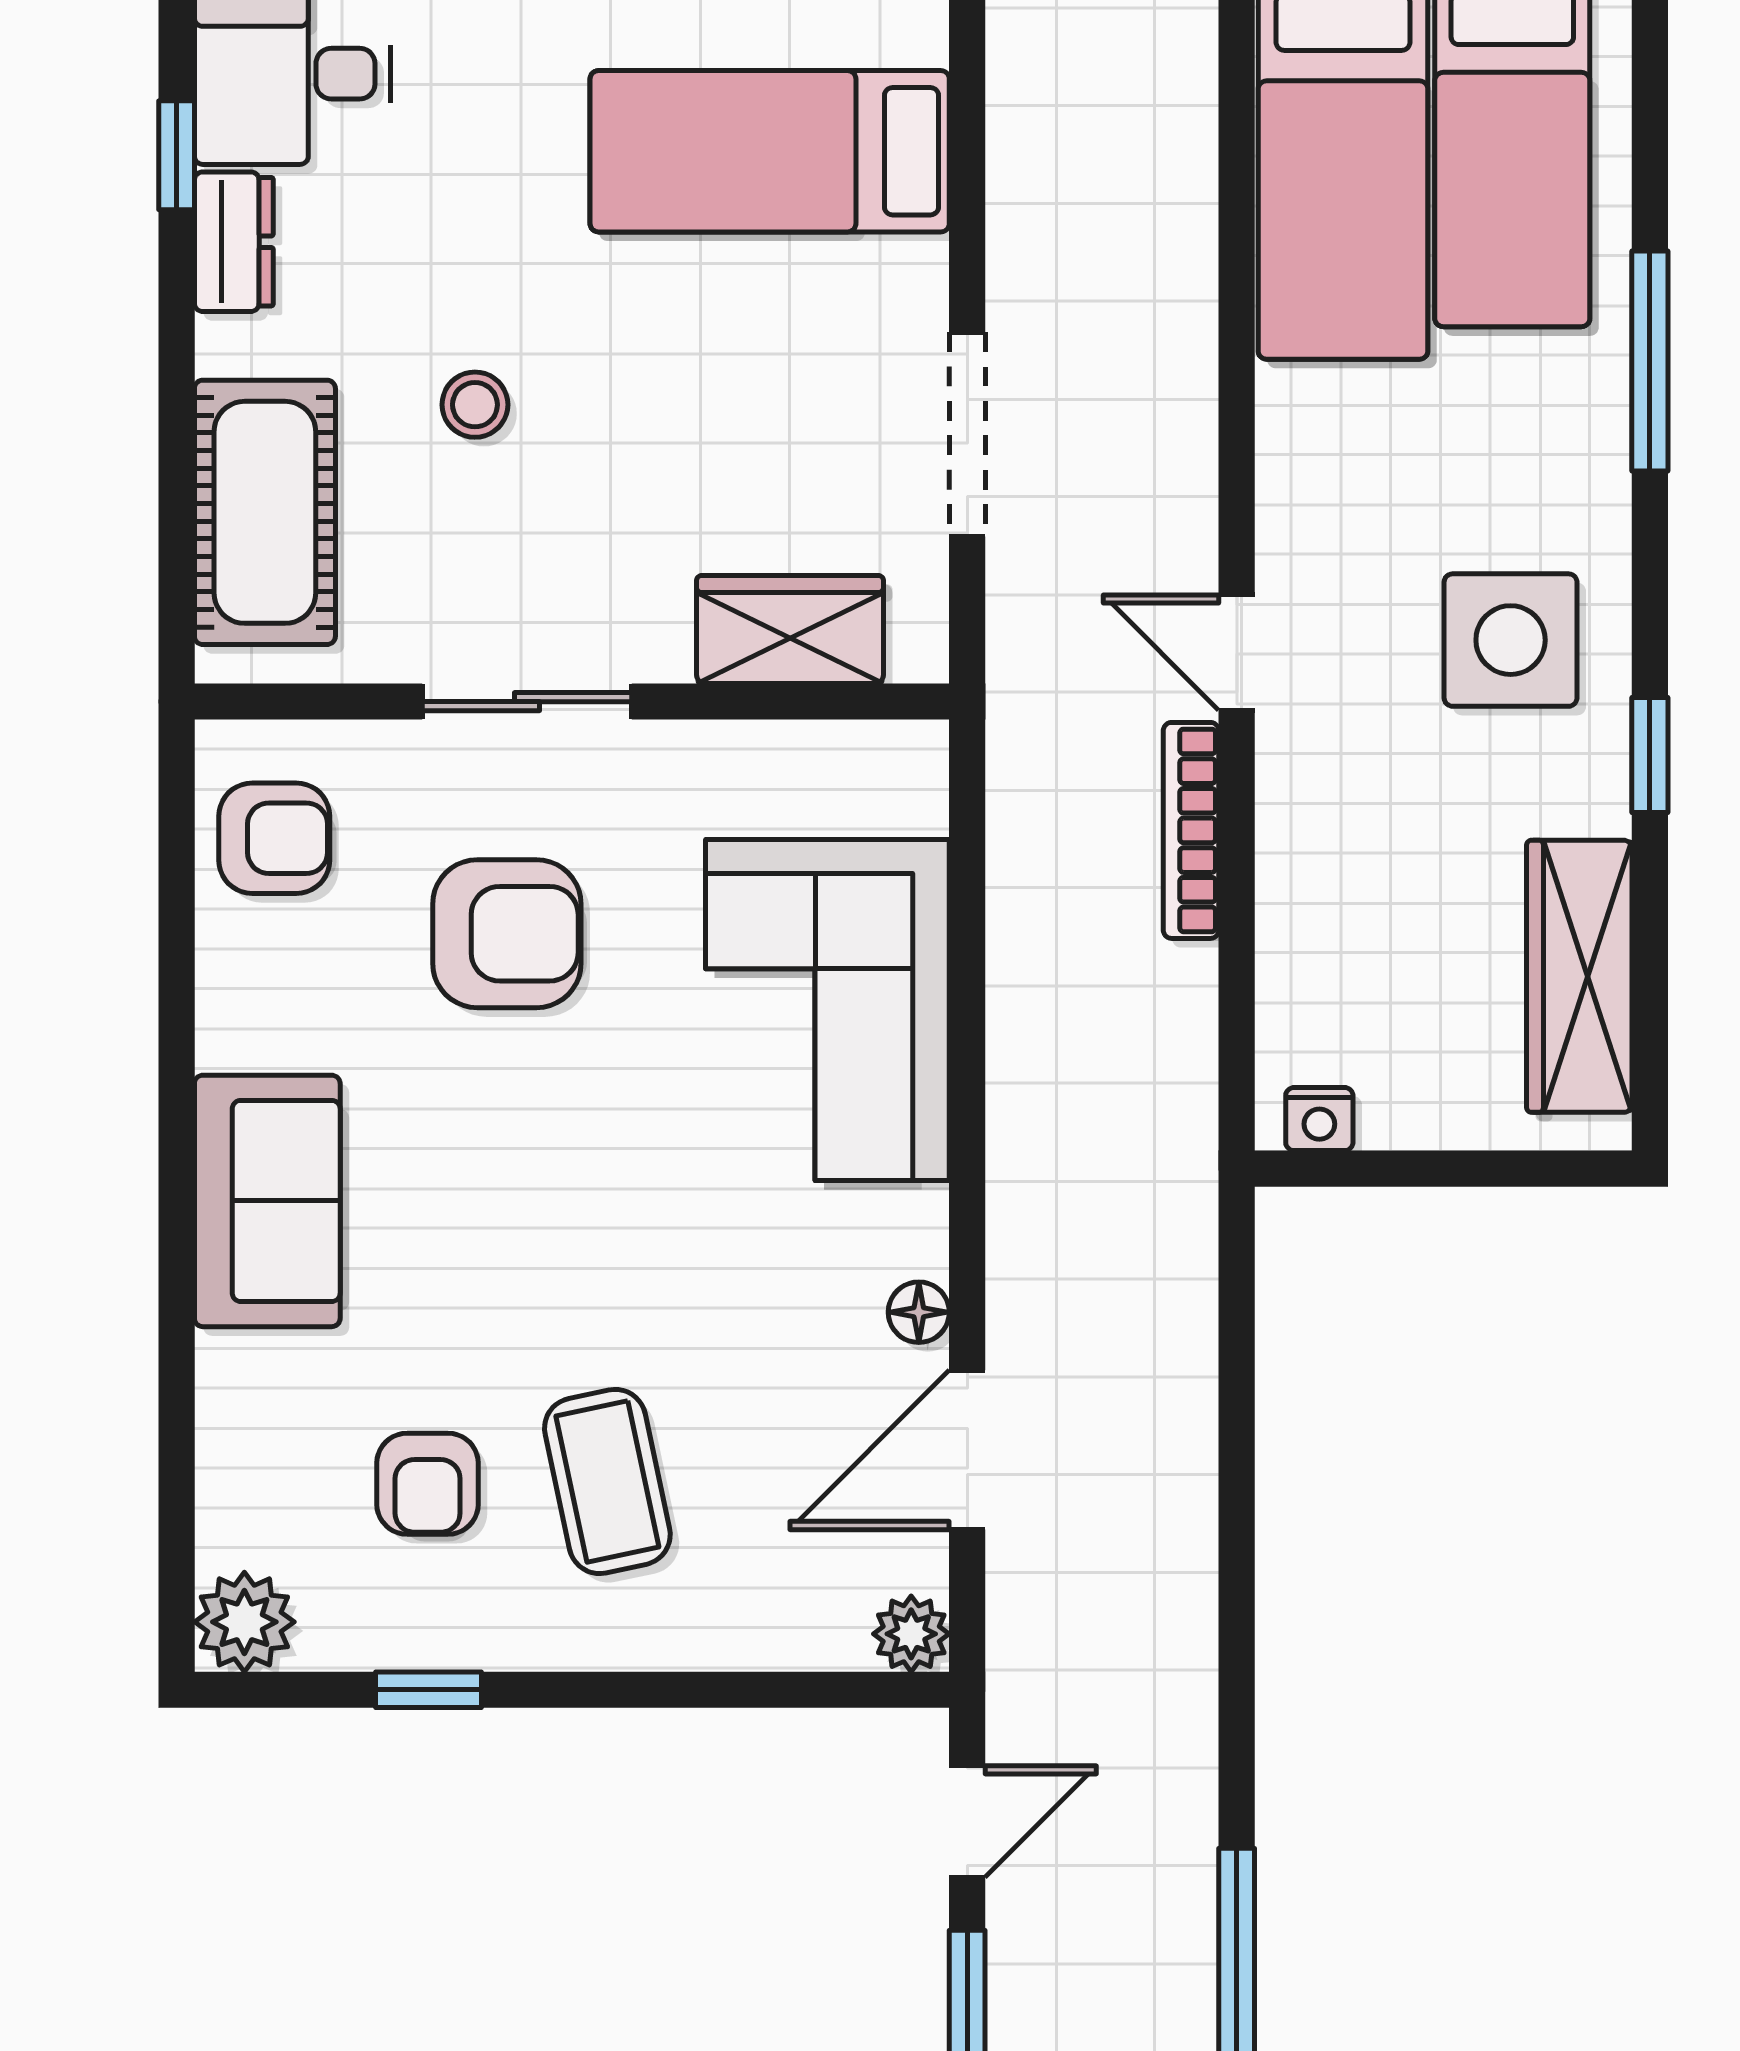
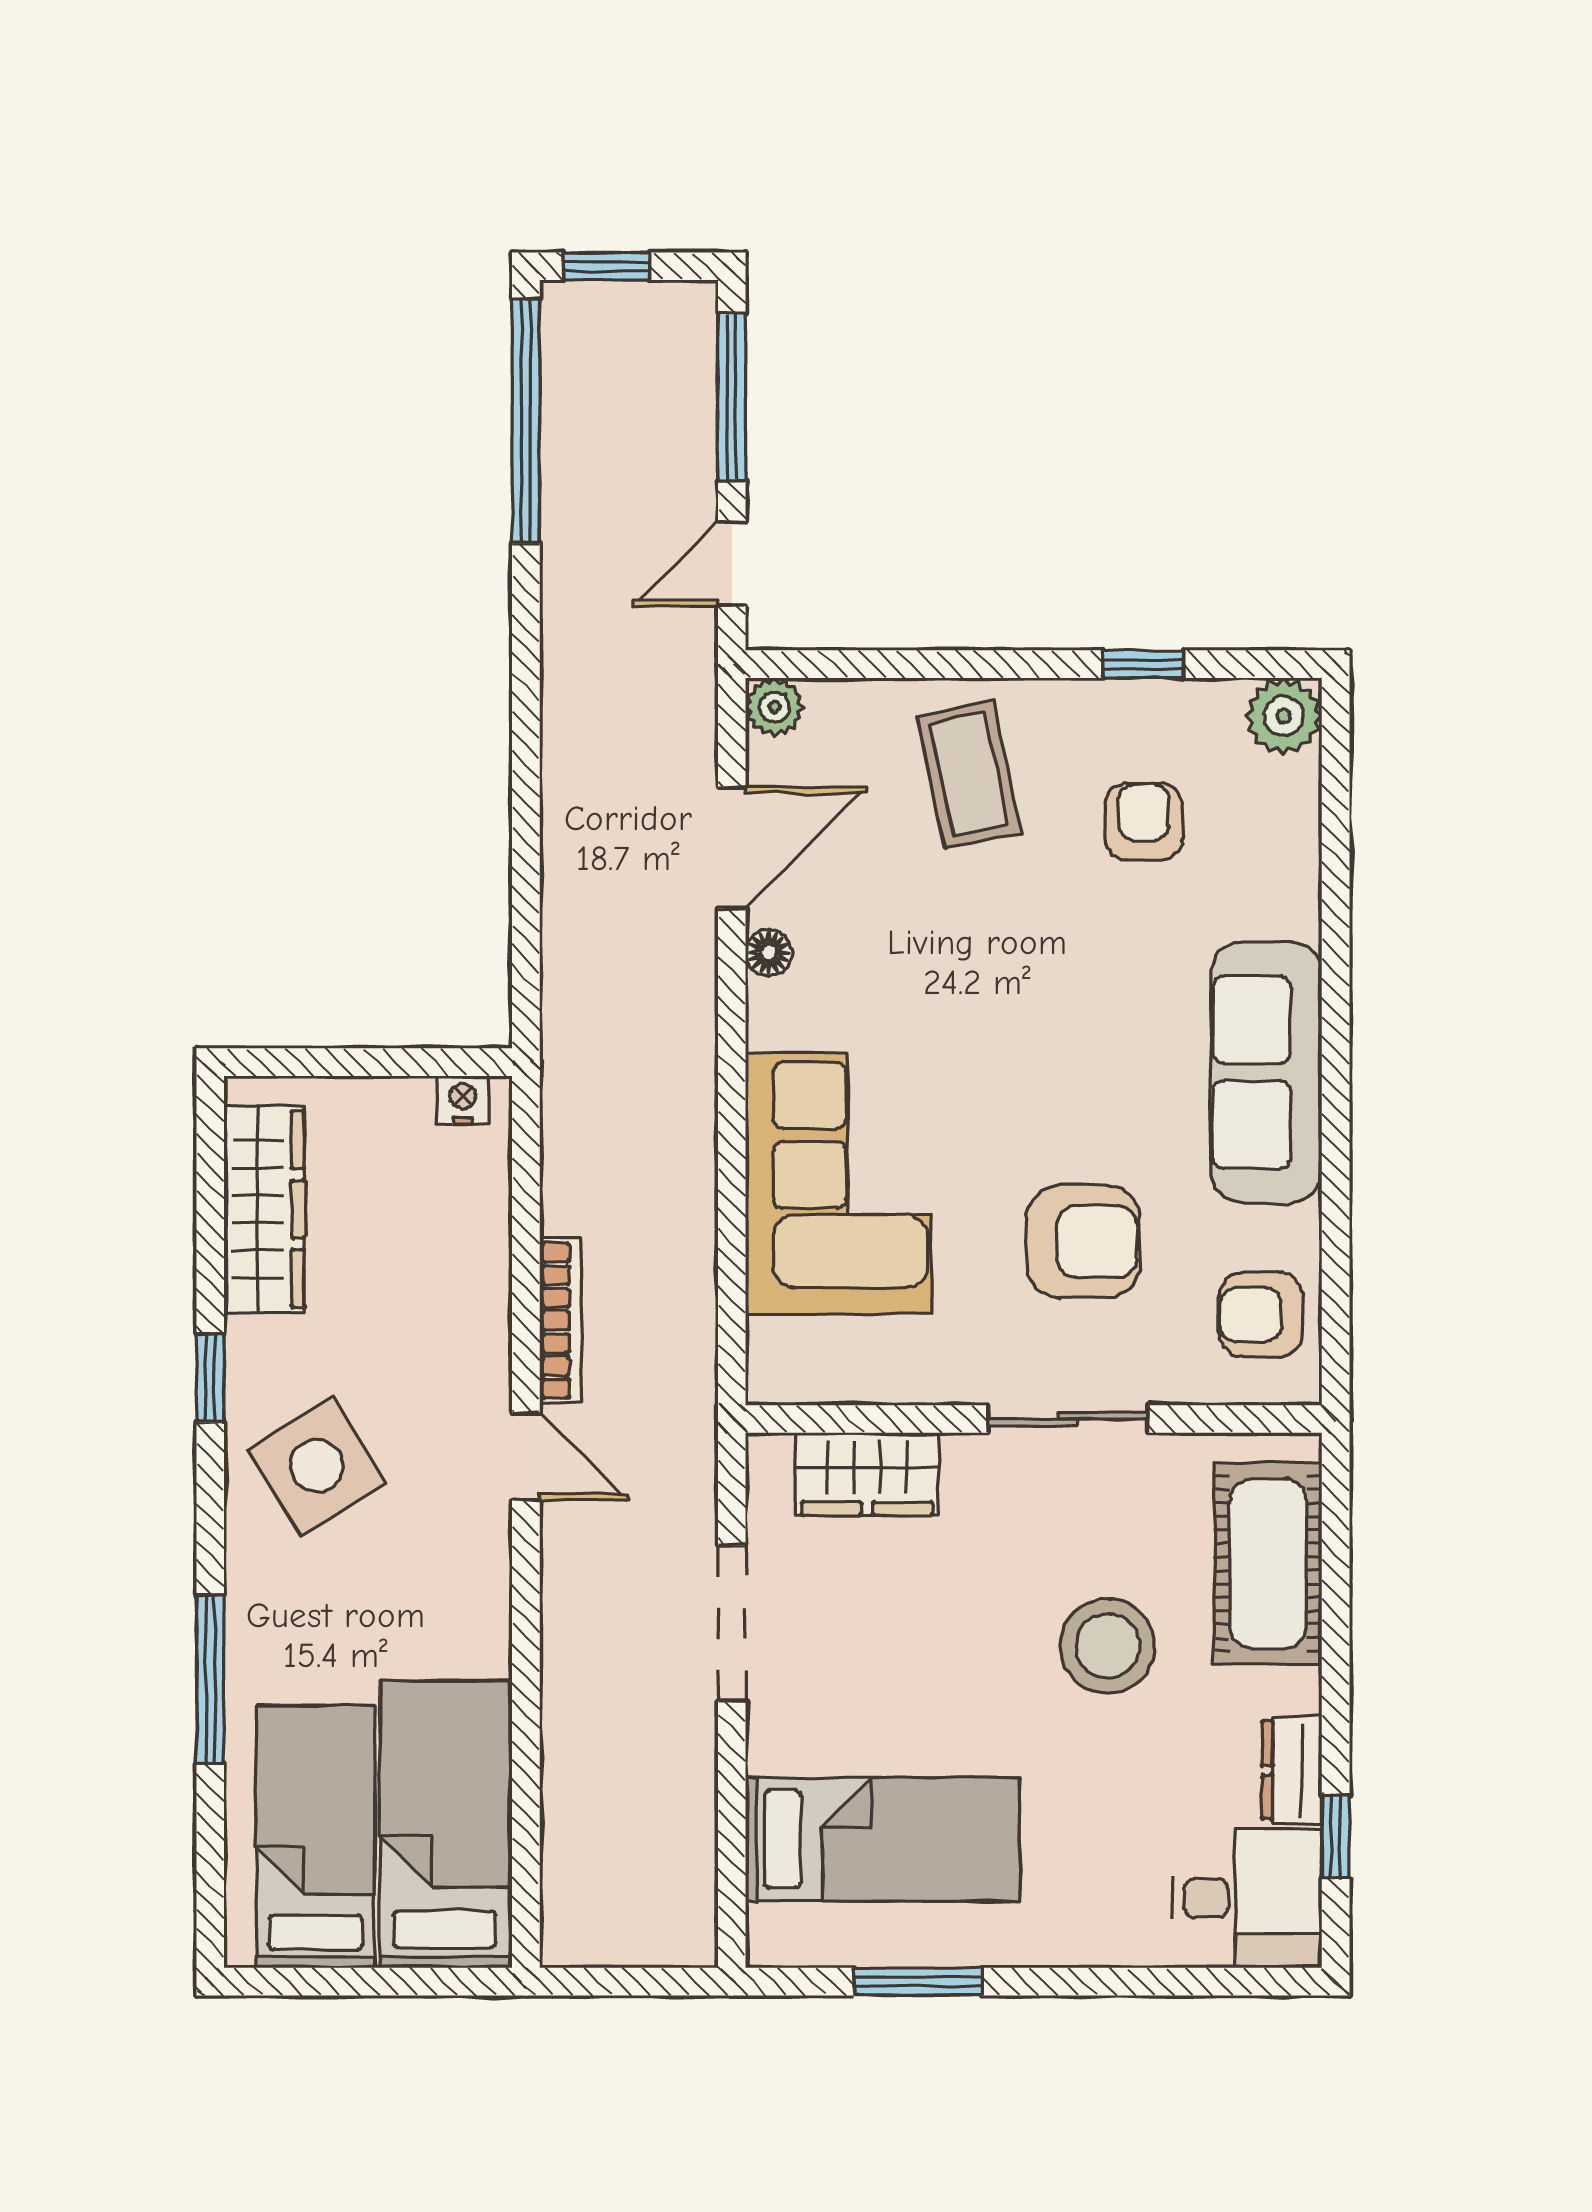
stool: (475, 405) -> (1108, 1646), width x1.89, depth x1.89
side table: (1511, 640) -> (317, 1466), turned -32
armchair: (507, 934) -> (1083, 1242), turned 180
sofa: (267, 1201) -> (1266, 1072), width x1.36
coffee table: (607, 1481) -> (969, 774), moved

